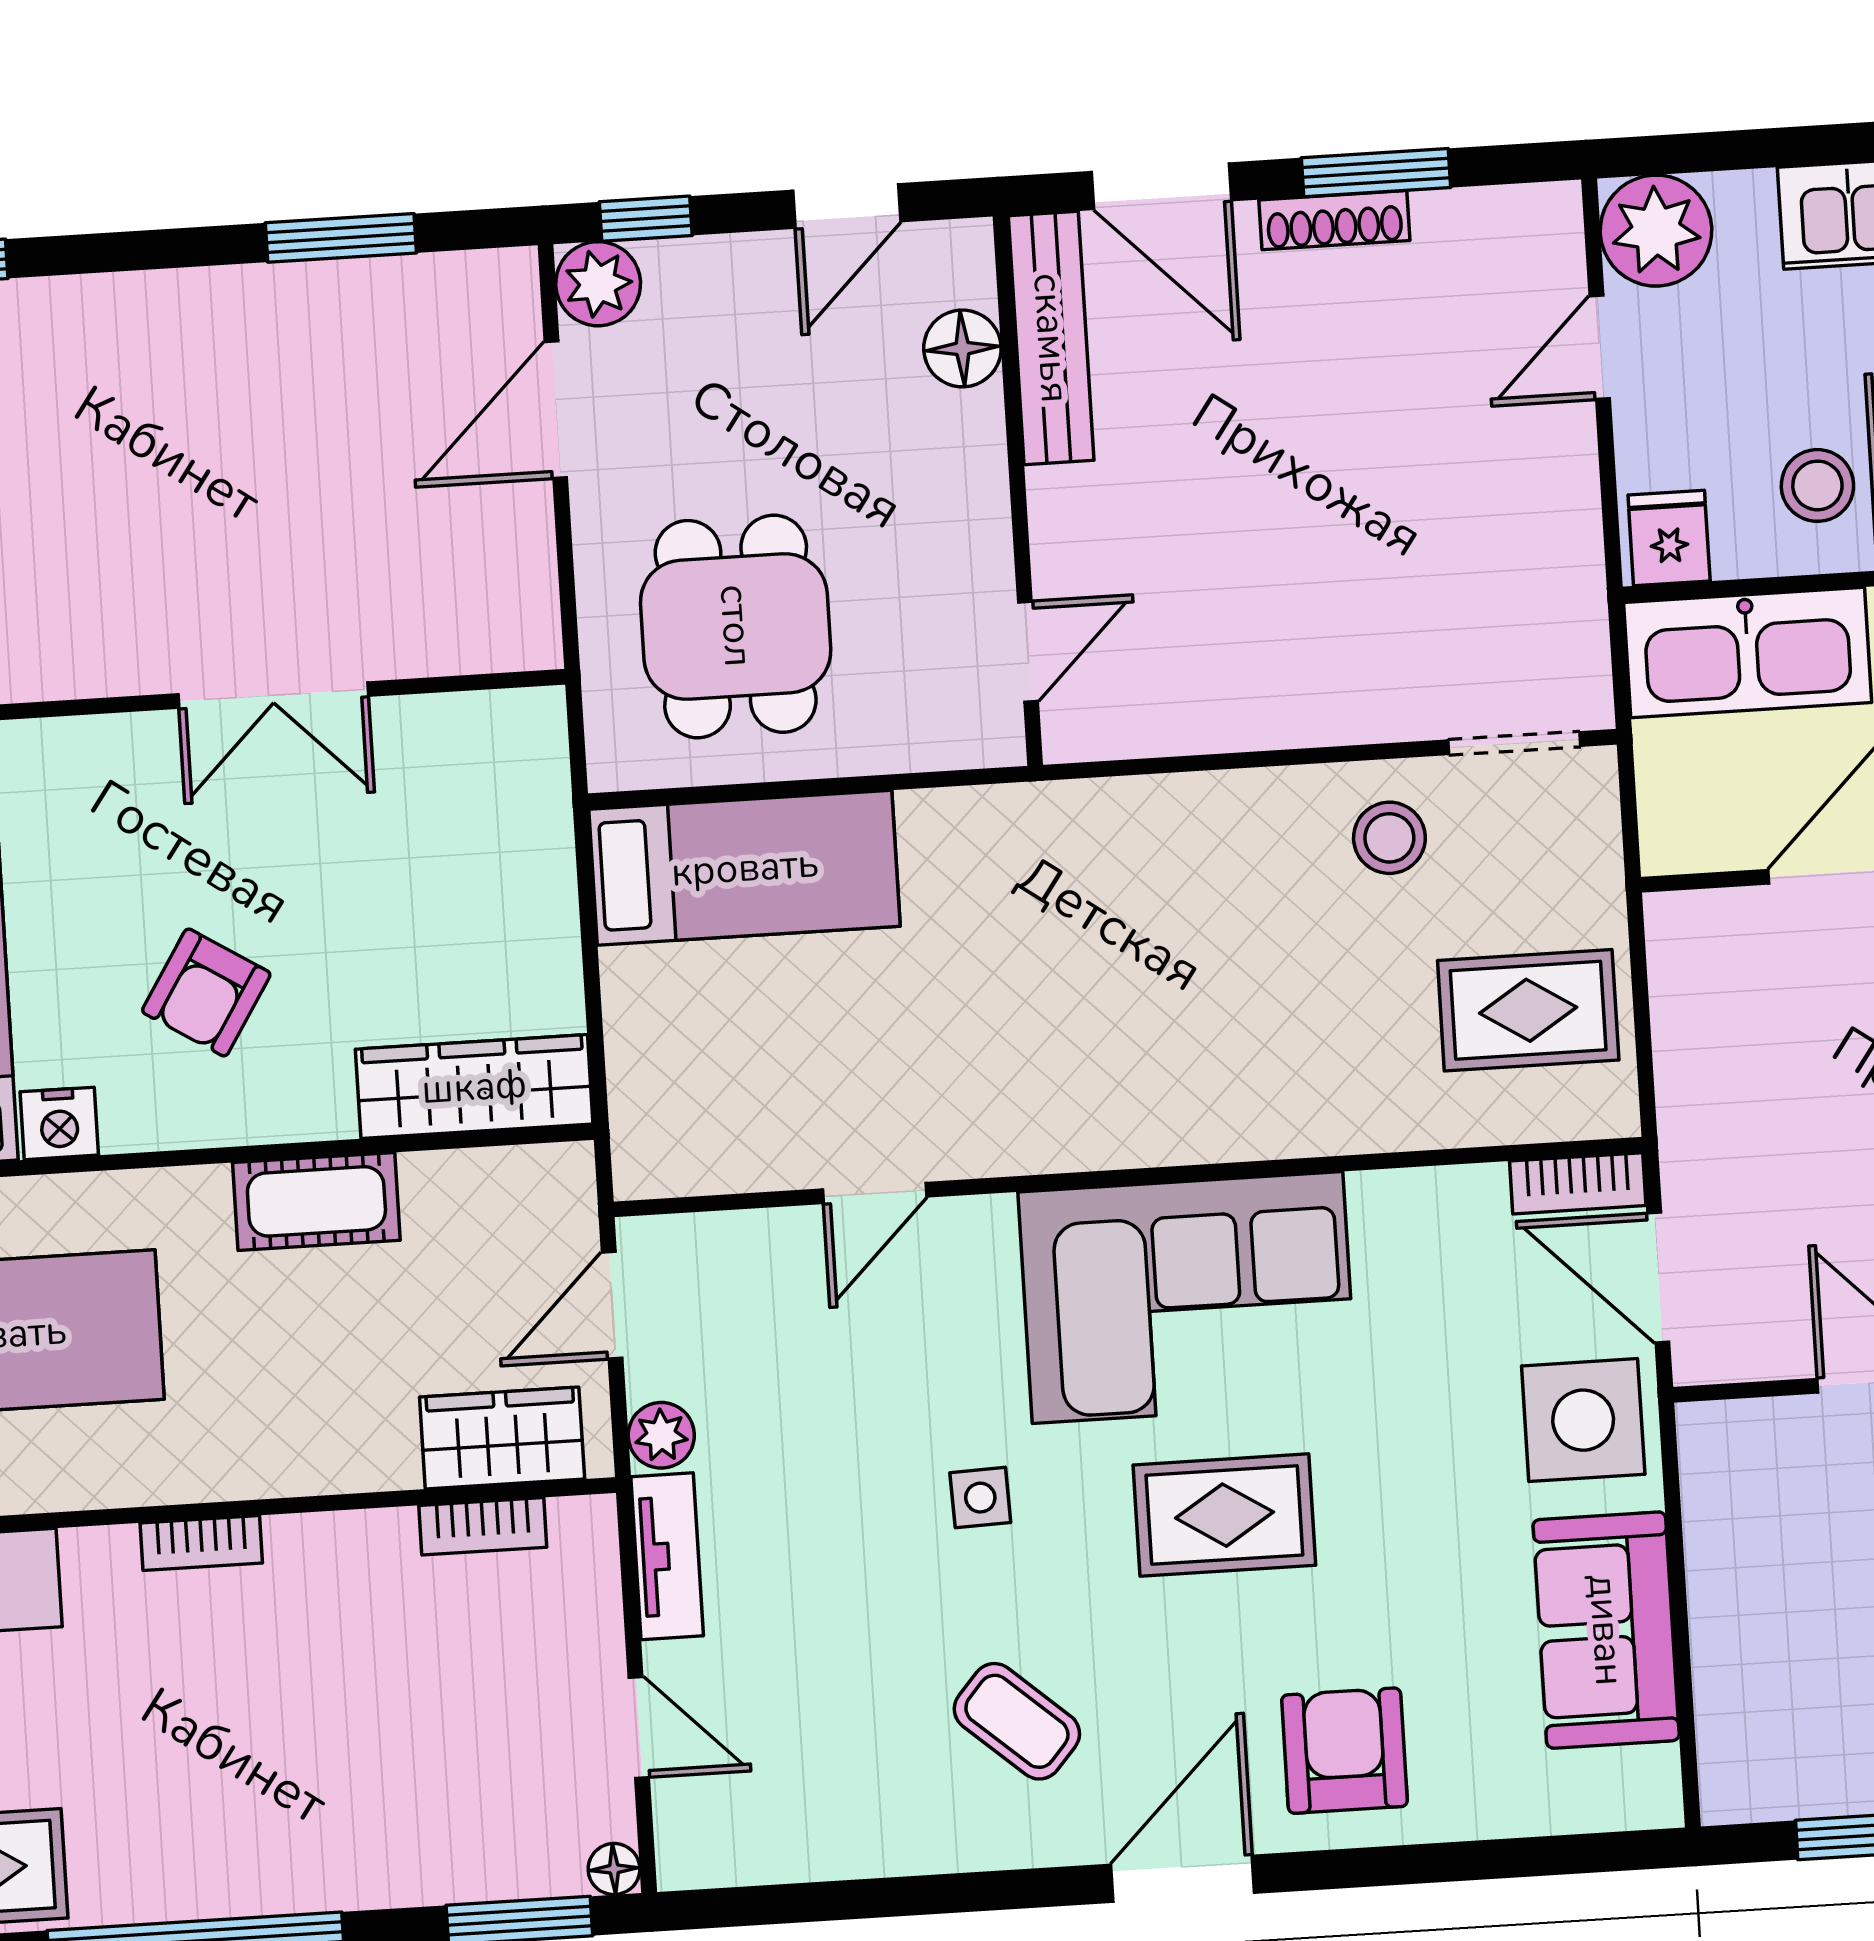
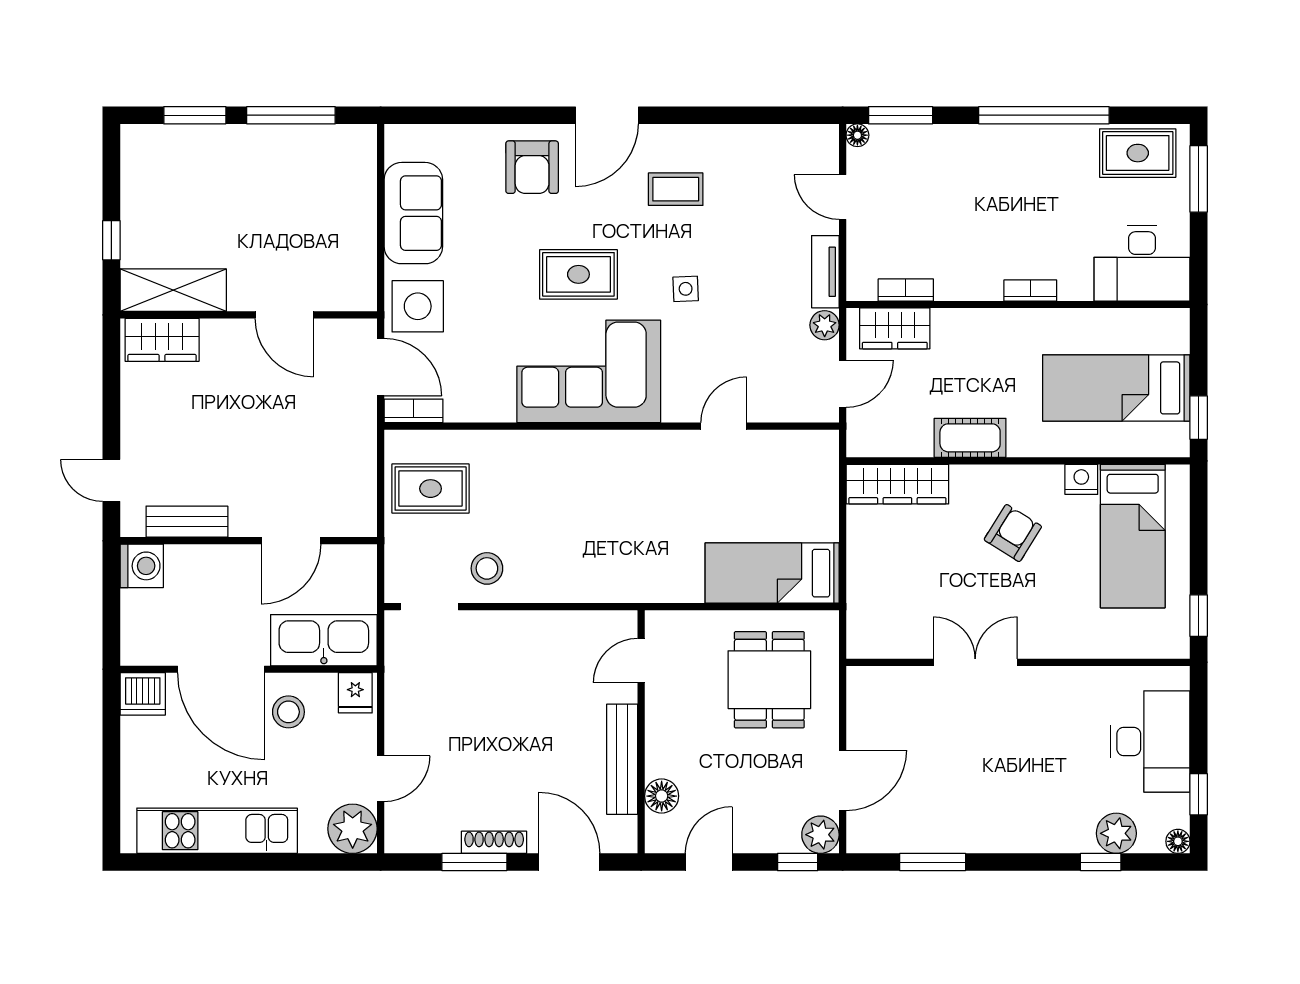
bench: (1051, 338) -> (622, 759), moved
coffee table: (1017, 1721) -> (676, 189), turned -41

